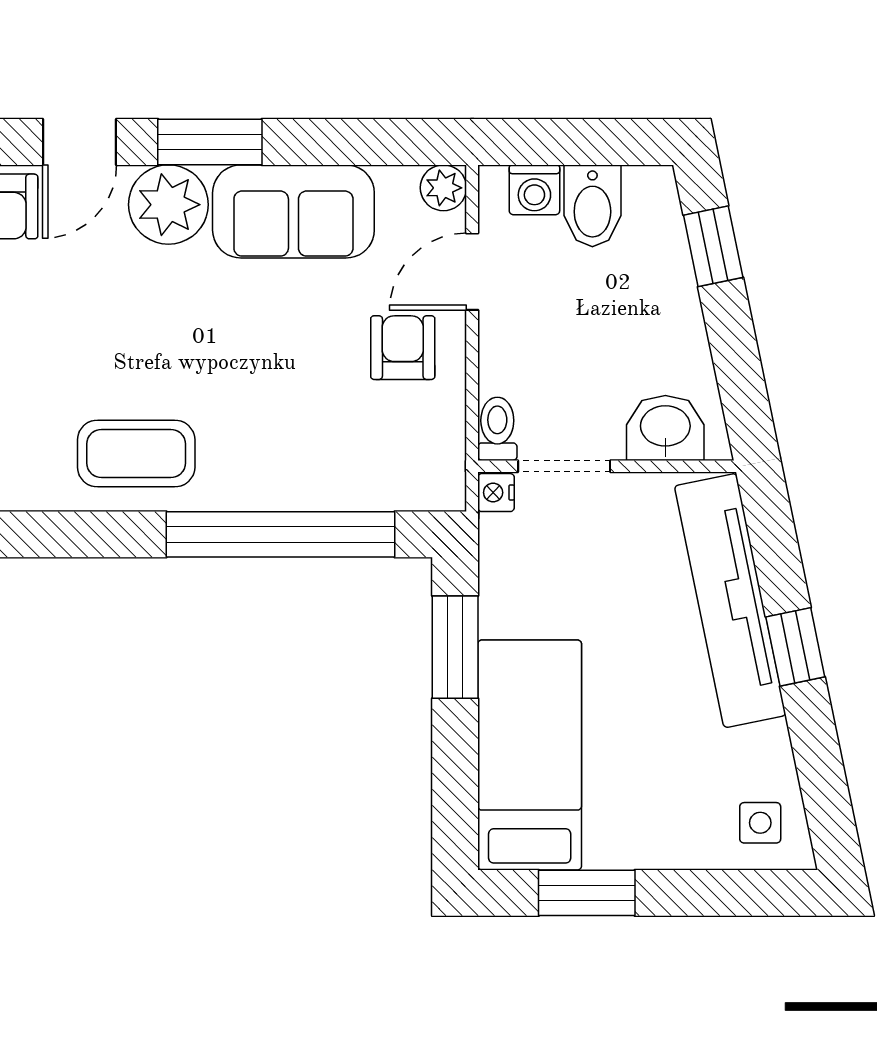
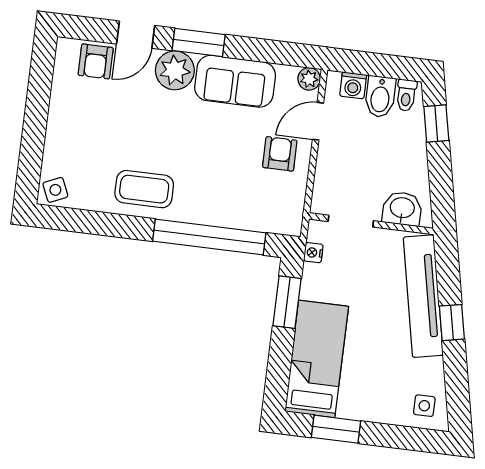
toilet: (497, 429) -> (406, 95), moved, turned 180
nightstand: (496, 493) -> (313, 253), moved

